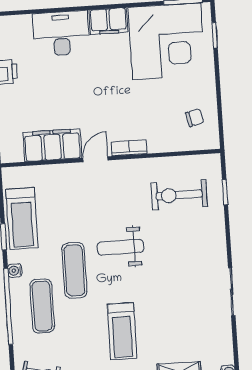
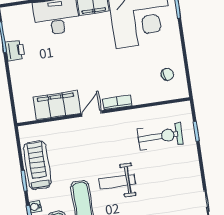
exercise bike: (179, 195) -> (160, 136), turned 180
treadmill: (22, 219) -> (37, 165), turned 180

